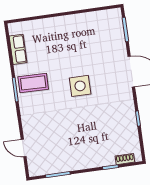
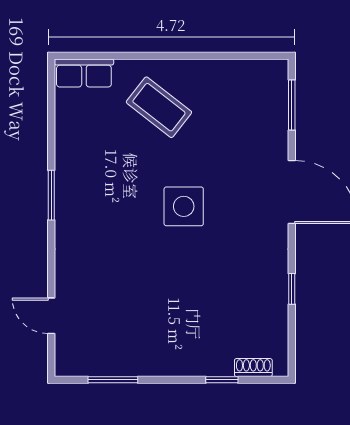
row of seats: (18, 49) -> (84, 73), moved, turned 90
coffee table: (33, 83) -> (159, 107), moved, turned 37

